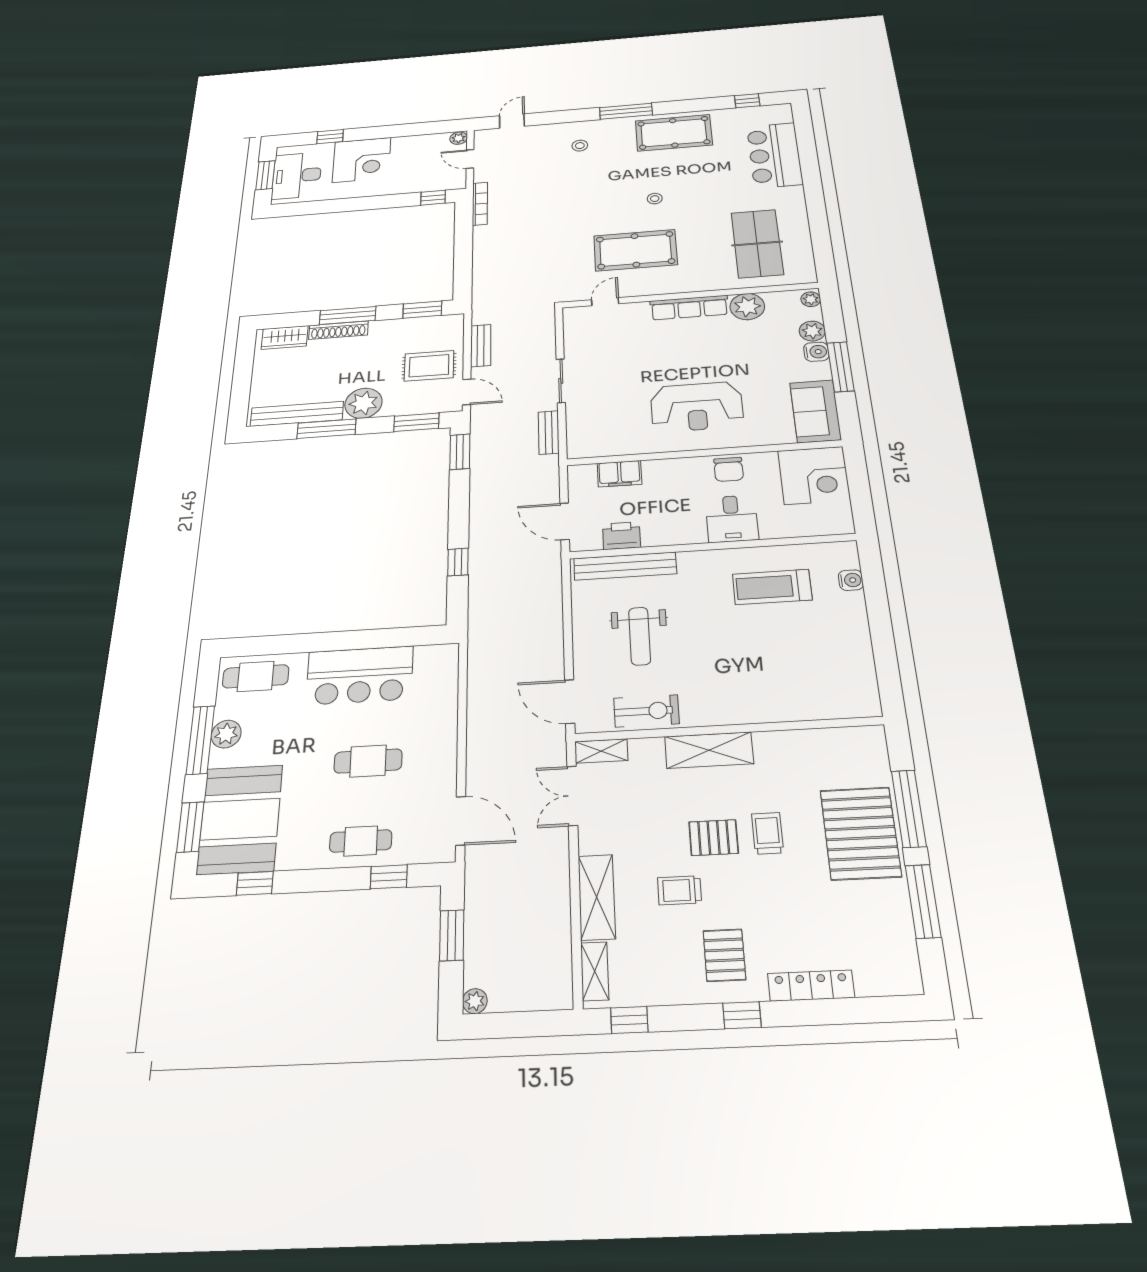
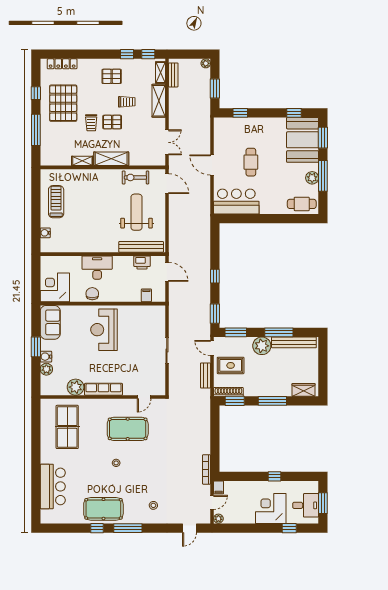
window: (747, 101) -> (97, 528), moved
door: (470, 159) -> (212, 502), hinge flipped
desk: (297, 176) -> (306, 505), width x0.73
filing cabinet: (457, 180) -> (219, 487), added
window: (433, 198) -> (275, 476), moved
plant: (811, 299) -> (45, 389), removed
shoe rack: (338, 330) -> (228, 392), moved
window: (841, 367) -> (36, 347), width x0.69
reception desk: (697, 407) -> (104, 330), turned -90
bench: (549, 432) -> (173, 75), moved
filing cabinet: (619, 474) -> (146, 295), width x0.50
desk: (732, 519) -> (97, 268), width x1.37
window: (458, 562) -> (215, 276), moved
treadmill: (772, 587) -> (56, 202), moved, turned -90
weight bench: (640, 636) -> (137, 212), width x1.36, depth x1.33
bar counter: (360, 675) -> (236, 202), moved
shelving: (601, 751) -> (82, 161), moved
cafe table: (368, 761) -> (251, 162), turned 90
door: (461, 821) -> (212, 165), moved
pallet: (860, 833) -> (63, 103), moved
cafe table: (361, 841) -> (252, 128), removed
window: (923, 901) -> (36, 93), width x0.46
pallet: (724, 955) -> (112, 76), turned 90
locker: (811, 986) -> (62, 64), moved
window: (742, 1015) -> (127, 54), moved

